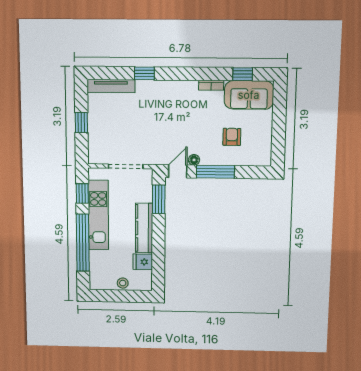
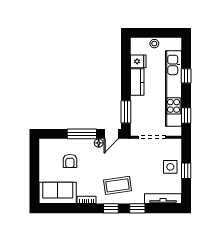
window: (243, 74) -> (111, 208), moved
coffee table: (170, 104) -> (117, 185), added
side table: (102, 128) -> (170, 167), added
kitchen unit: (98, 215) -> (173, 88), width x1.36
kitchen counter: (144, 228) -> (137, 82), width x0.67
window: (83, 243) -> (186, 76), width x0.32

